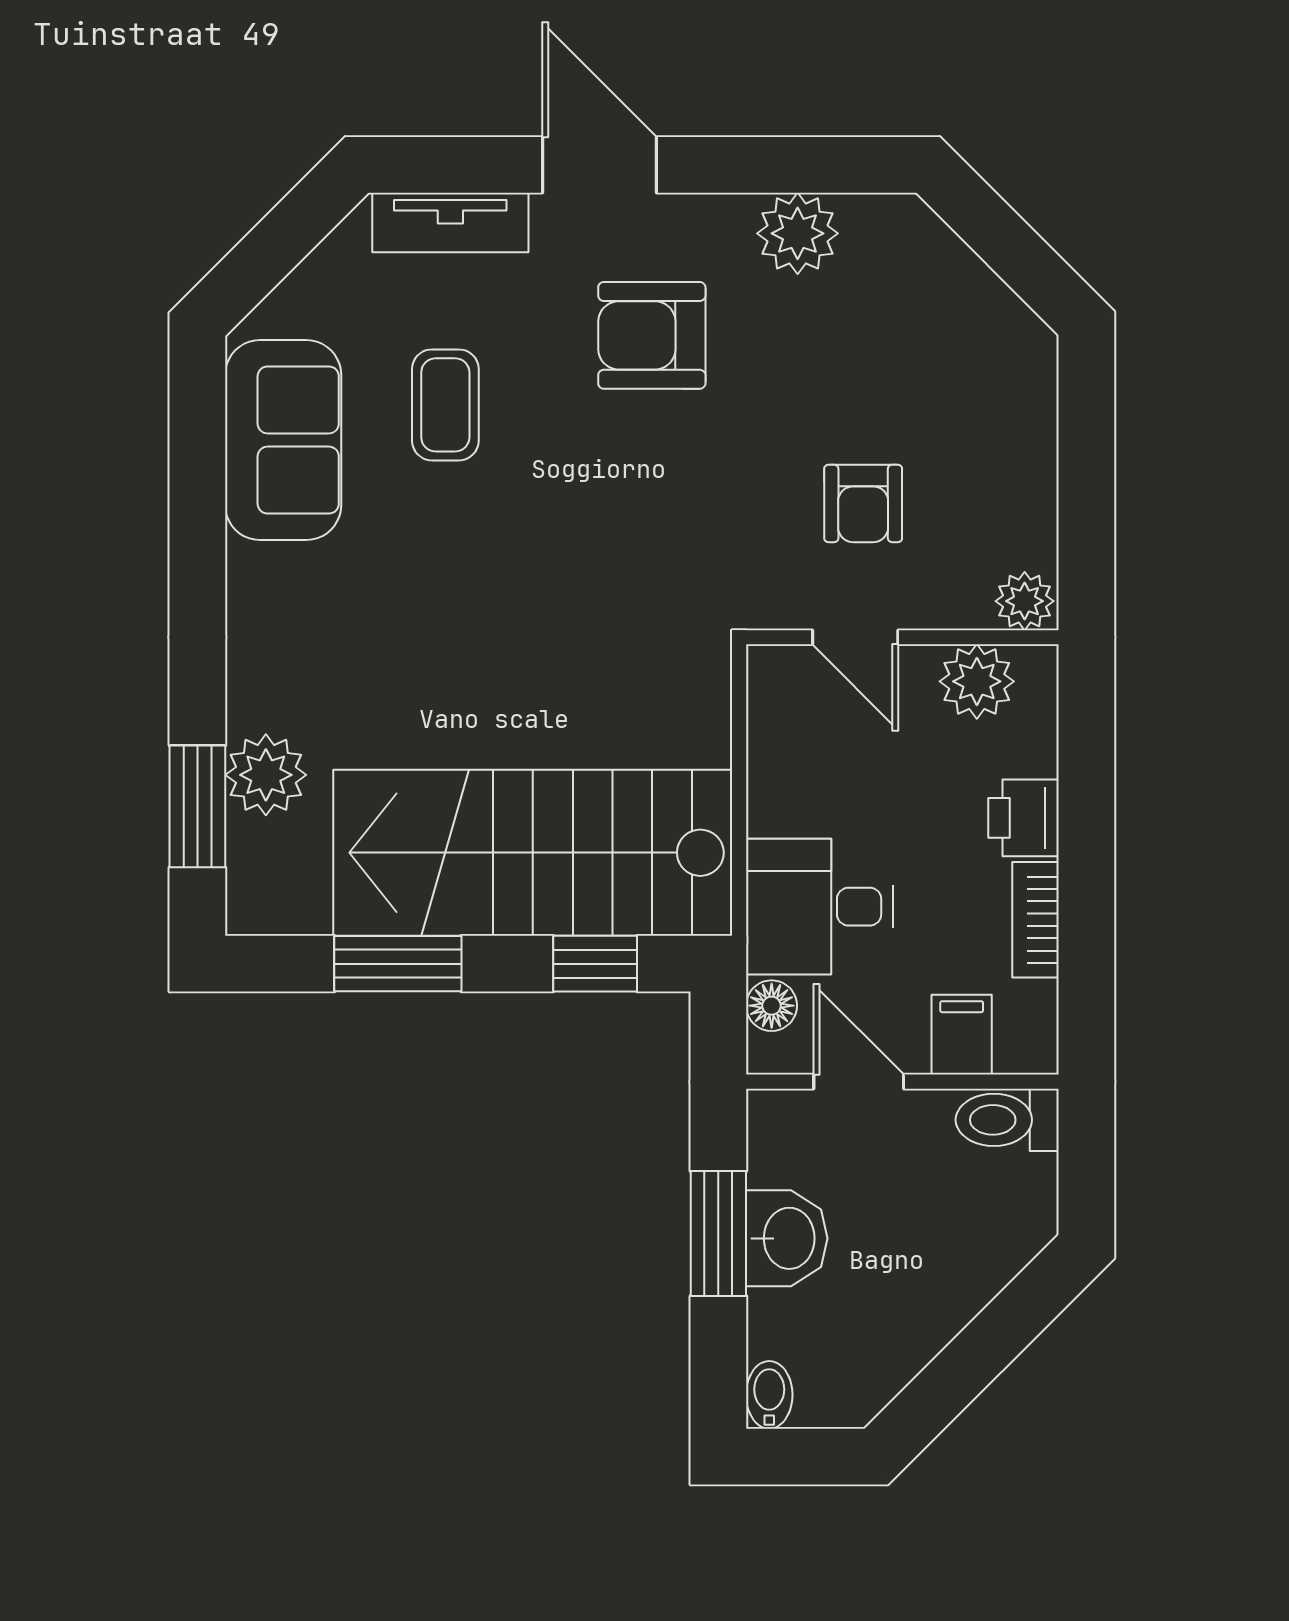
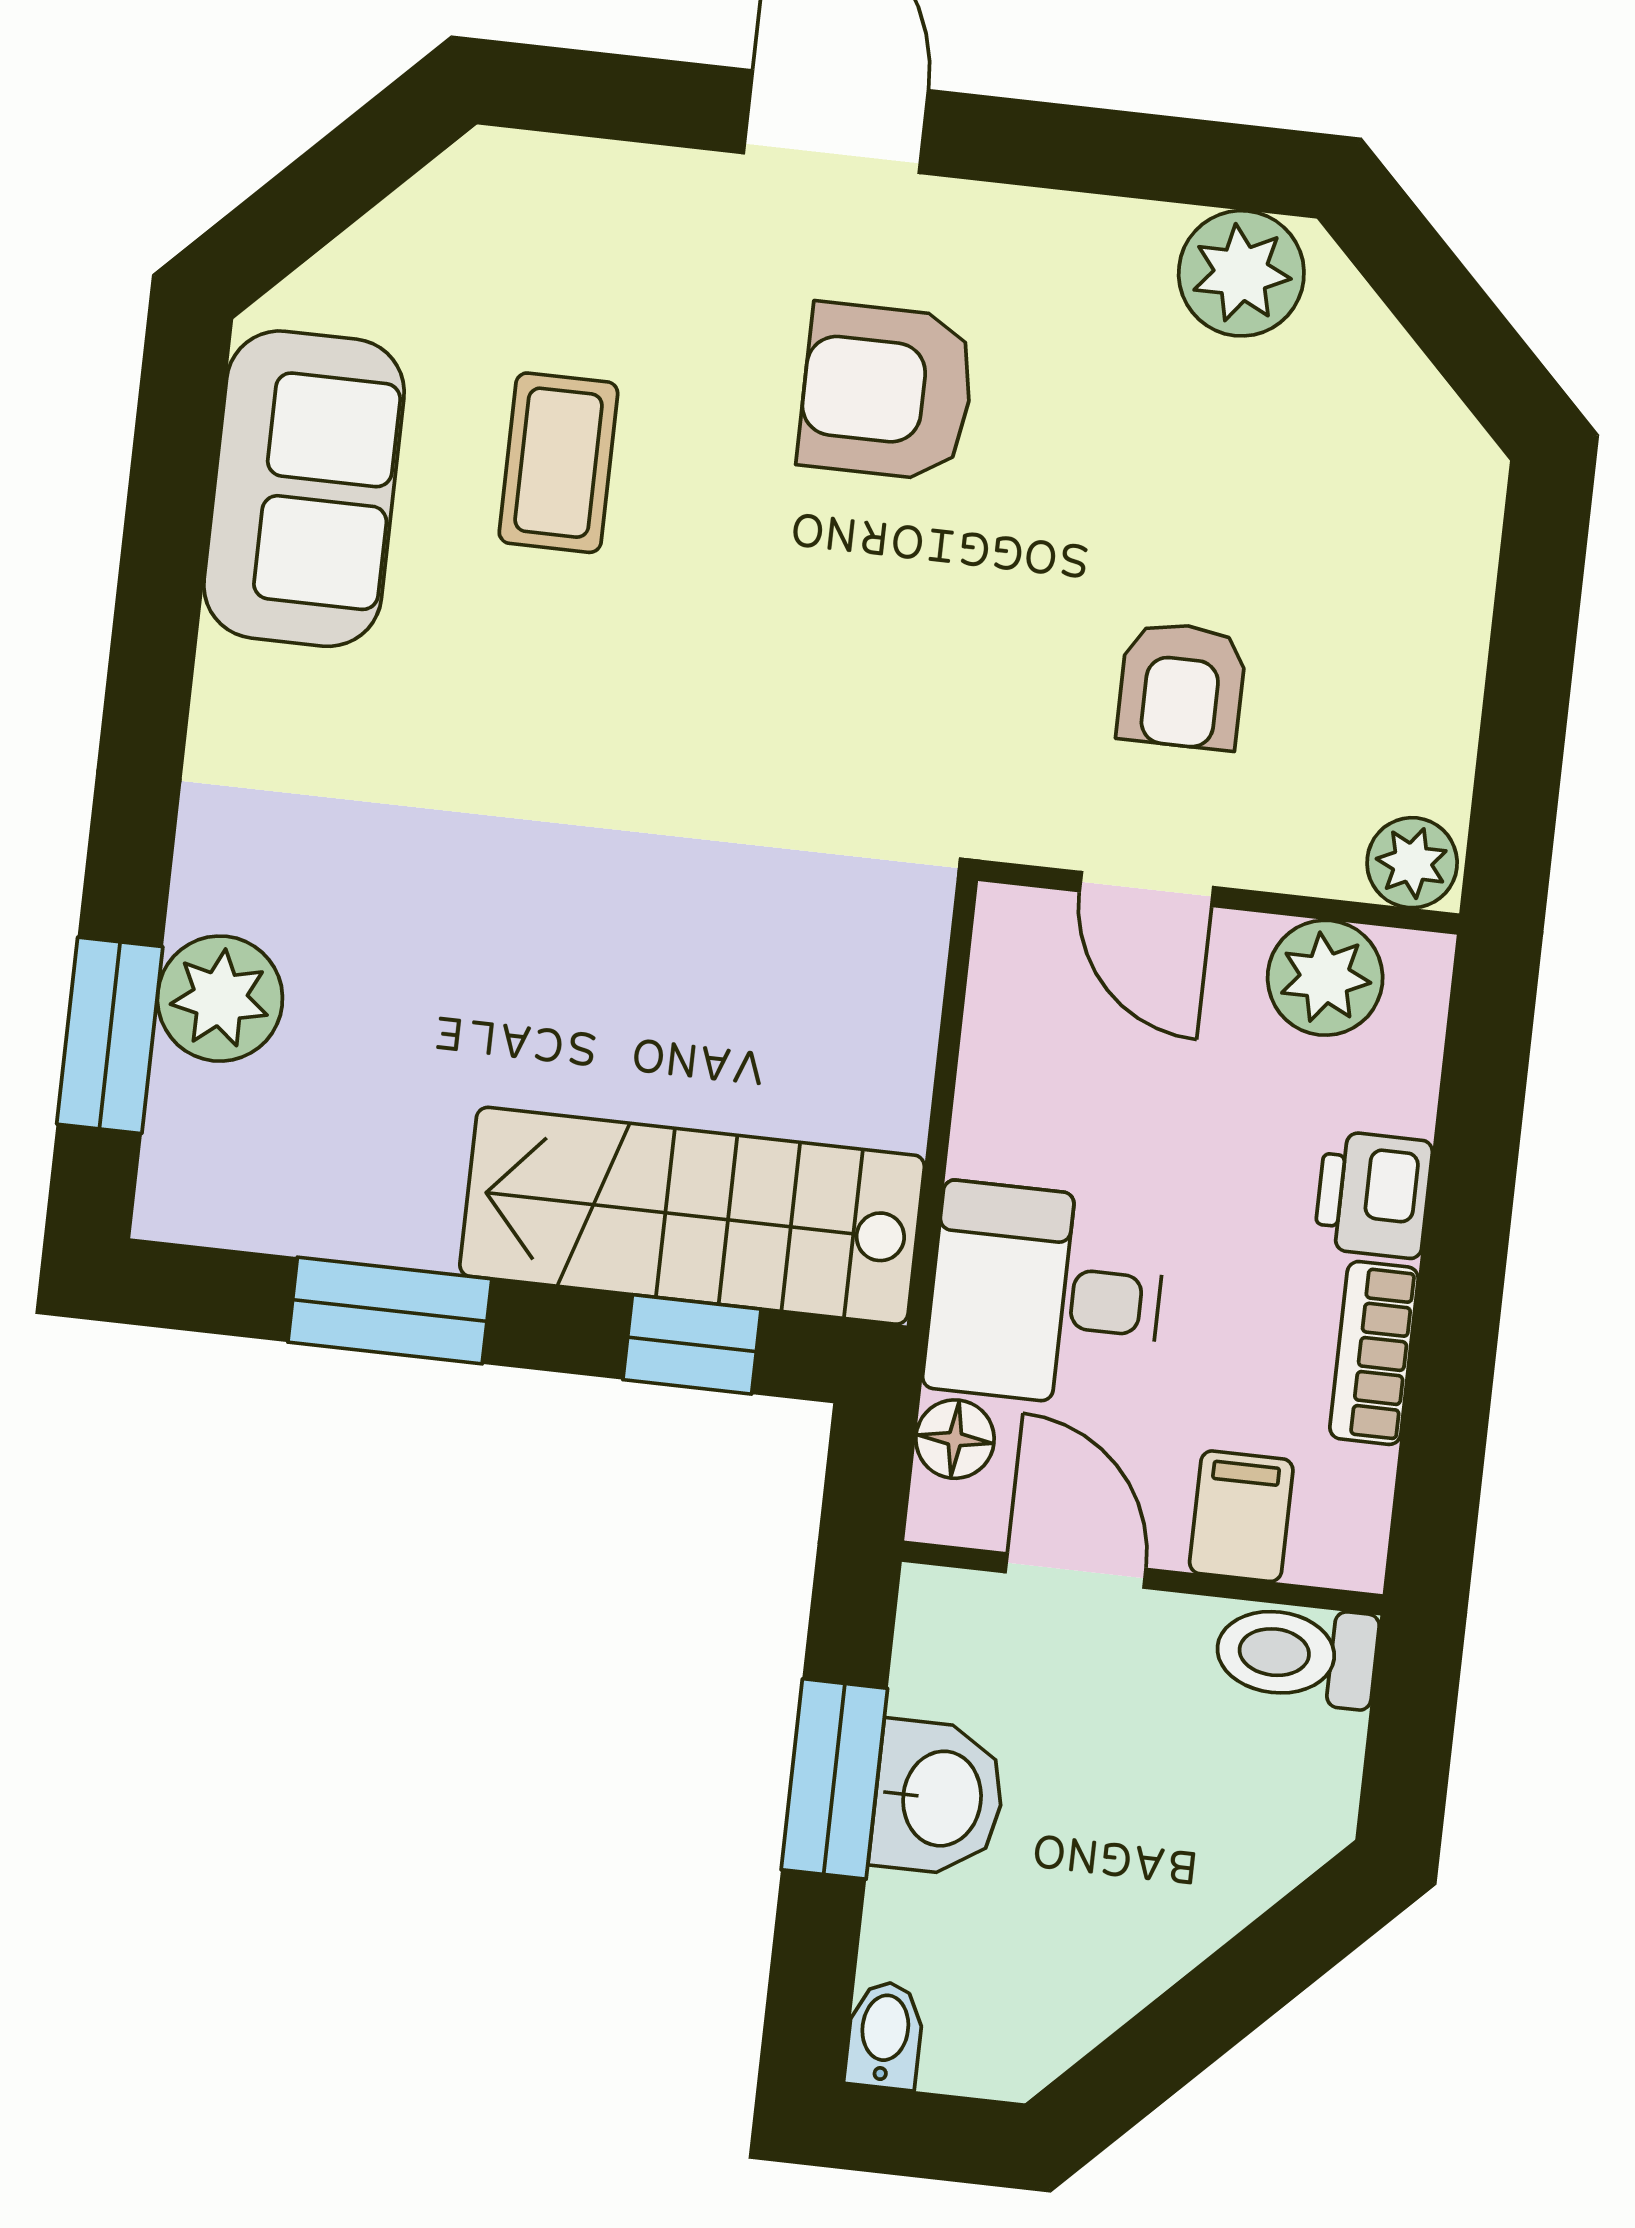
tv unit: (450, 223) -> (597, 184), removed
plant: (798, 233) -> (1241, 273), moved
stairs: (533, 853) -> (692, 1216), width x0.73, depth x0.66

